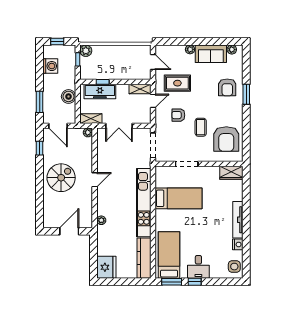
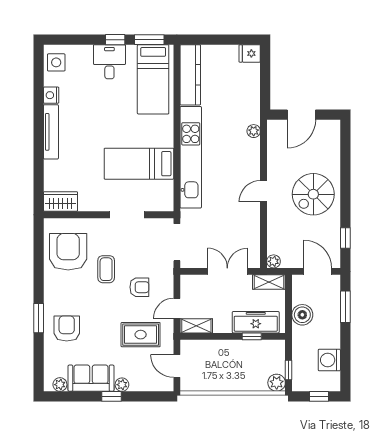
window: (197, 42) -> (111, 396), added
fridge: (106, 267) -> (250, 53), width x0.53, depth x0.75

